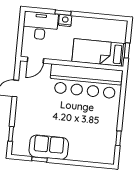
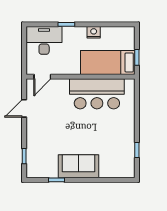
nightstand: (65, 20) -> (94, 32), moved
bar counter: (86, 81) -> (97, 94), width x0.73
sofa: (49, 147) -> (79, 166), moved

